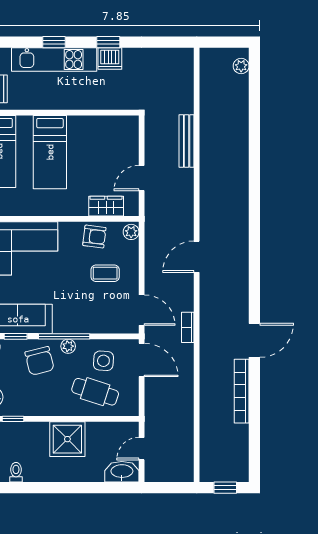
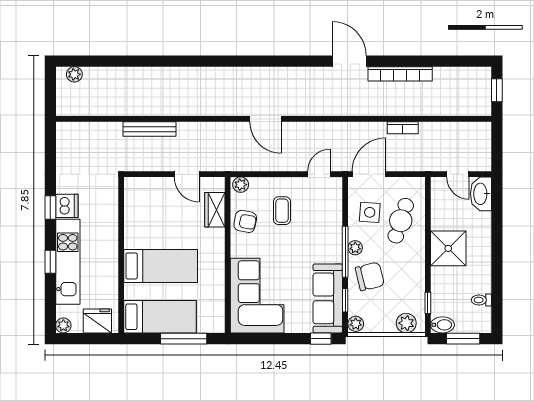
armchair: (94, 237) -> (245, 221), turned 94
door: (142, 310) -> (319, 174), width x0.73
bookcase: (188, 327) -> (403, 128), moved

